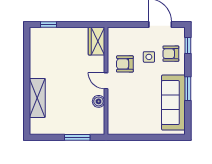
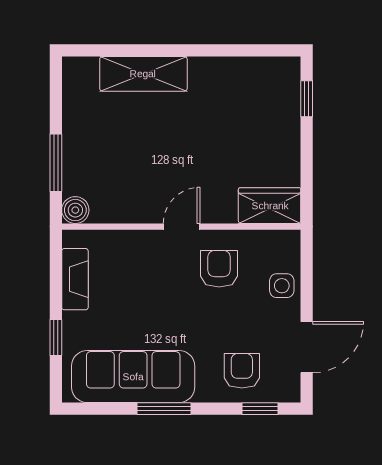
side table: (149, 57) -> (282, 286), moved
boiler: (99, 101) -> (75, 210), moved
fireplace: (130, 129) -> (75, 279), added
window: (156, 137) -> (56, 337), added

